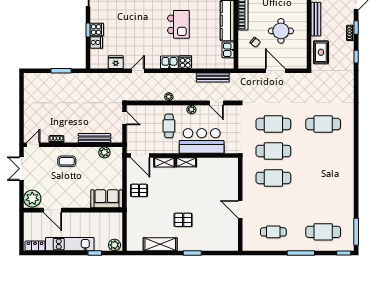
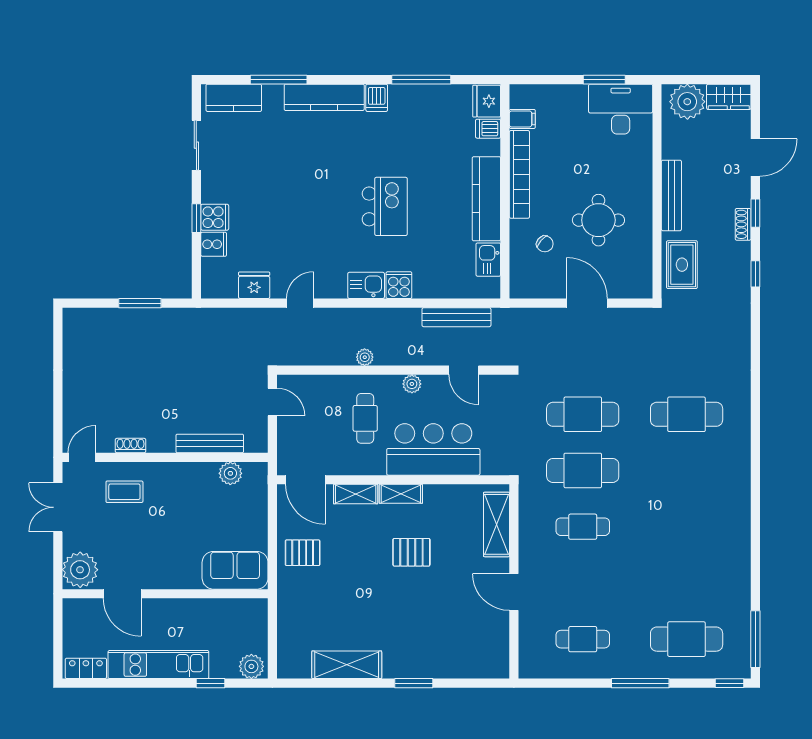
coffee table: (67, 161) -> (124, 492), moved
shelving: (232, 177) -> (497, 524), added
cafe table: (273, 178) -> (583, 527), width x0.73, depth x0.74
pallet: (183, 220) -> (411, 552), moved

